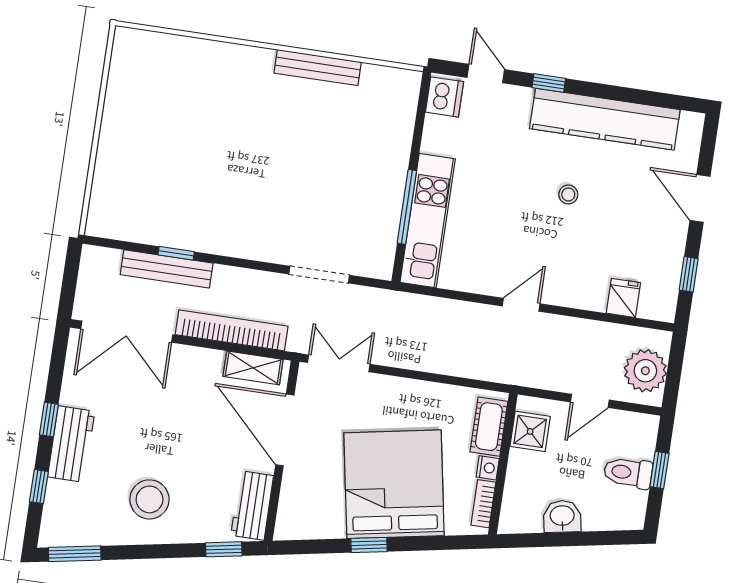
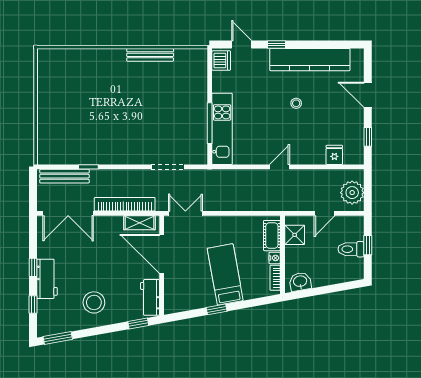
bench: (167, 269) -> (64, 176), moved
bed: (394, 484) -> (225, 274), width x0.49
washbasin: (562, 516) -> (300, 282), moved

